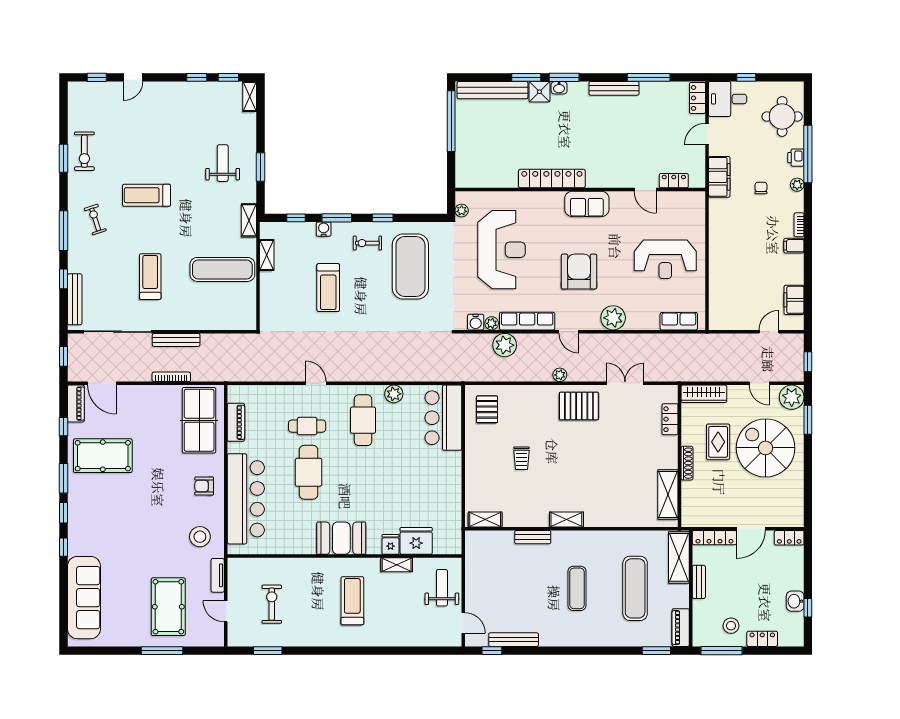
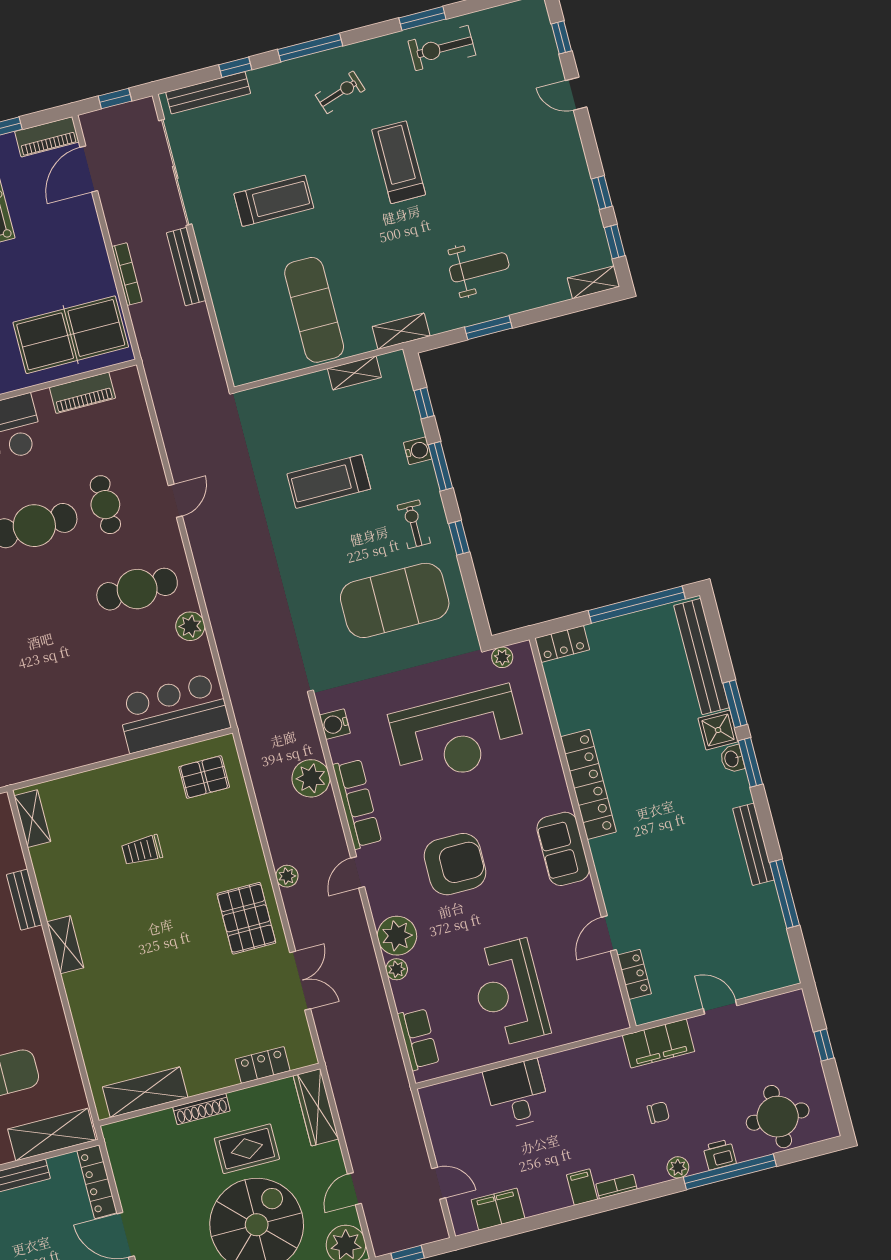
locker: (697, 98) -> (562, 644), moved, turned 180
desk: (728, 99) -> (517, 1094), moved
plant: (492, 323) -> (397, 969), moved

